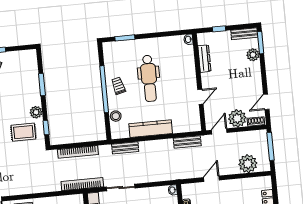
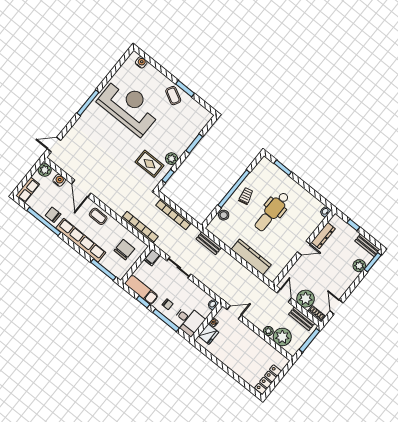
door: (200, 97) -> (304, 248), moved
door: (266, 102) -> (337, 307), hinge flipped
kitchen counter: (151, 129) -> (251, 257), moved
door: (219, 131) -> (284, 295), hinge flipped
bench: (187, 142) -> (302, 319), moved
plant: (233, 169) -> (268, 331), added
door: (211, 179) -> (234, 312), moved
bookcase: (82, 184) -> (140, 227), moved

